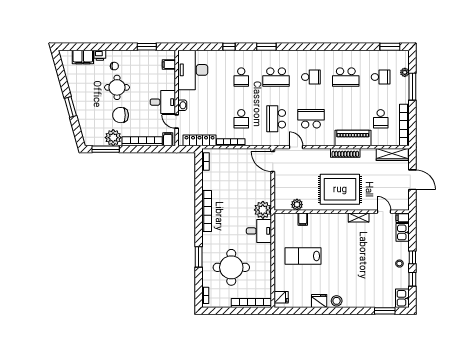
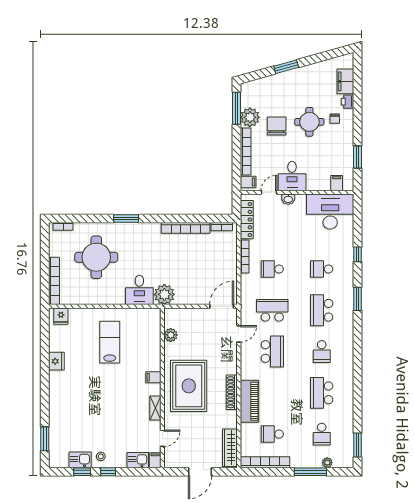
bookcase: (207, 211) -> (186, 228), moved
filing cabinet: (303, 219) -> (153, 377), moved
window: (199, 257) -> (126, 219), moved
kitchen sink: (402, 298) -> (80, 460), moved
stool: (337, 301) -> (57, 382), removed

